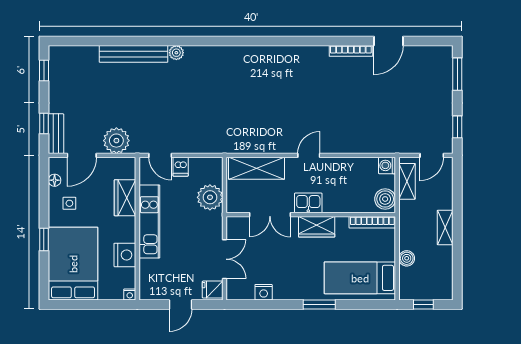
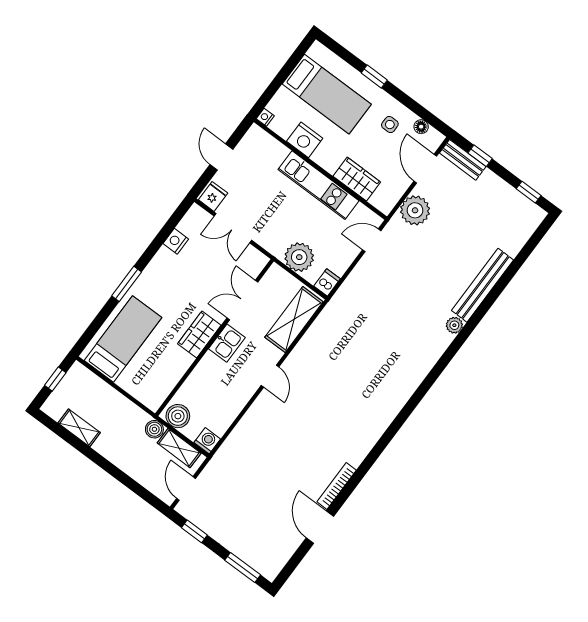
dishwasher: (181, 167) -> (327, 282), moved, turned 90
bookcase: (372, 222) -> (165, 388), removed
shelving: (445, 228) -> (79, 428), moved
boiler: (407, 258) -> (154, 429), moved
bed: (73, 264) -> (327, 94), width x0.67

